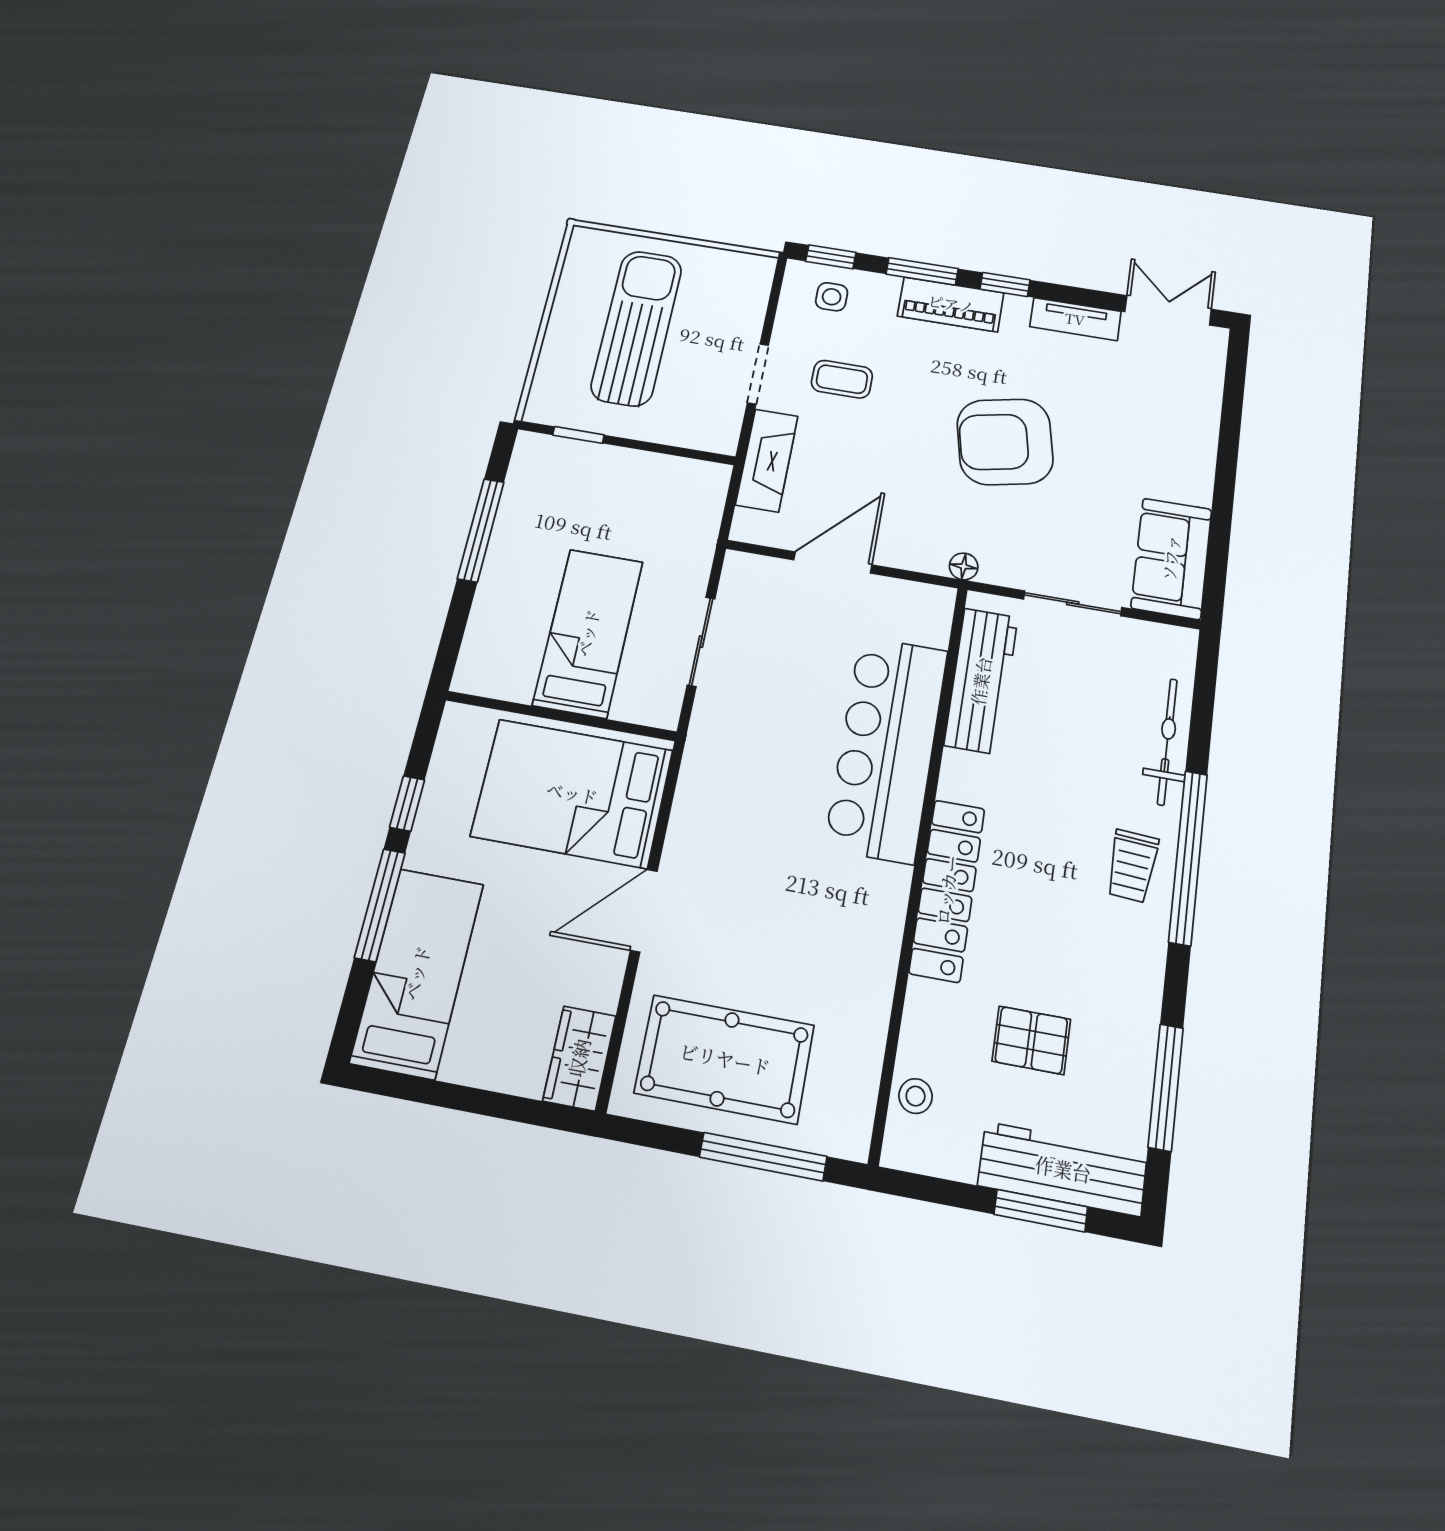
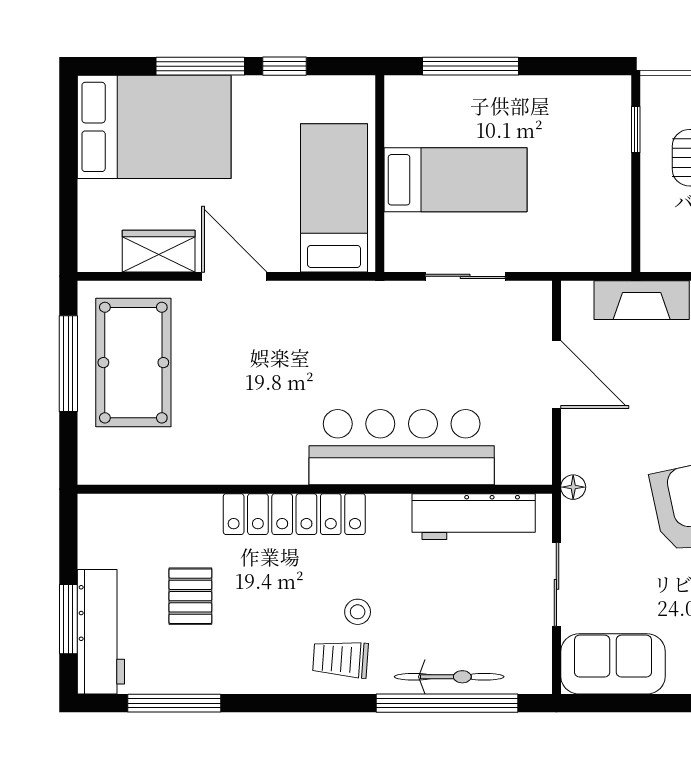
window: (481, 530) -> (470, 66), moved
bed: (572, 793) -> (334, 198), width x0.67
window: (1188, 857) -> (447, 703), moved
bed: (417, 973) -> (154, 127), width x1.50
wardrobe: (579, 1058) -> (159, 251), moved
stool: (916, 1096) -> (358, 612), moved
window: (763, 1157) -> (68, 364), moved

